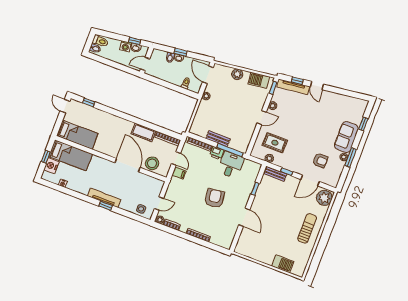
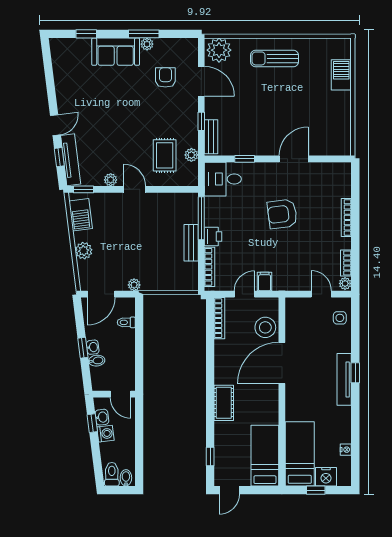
cot: (143, 132) -> (224, 403), moved
desk: (231, 165) -> (223, 179), moved

